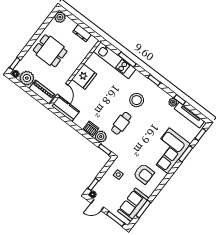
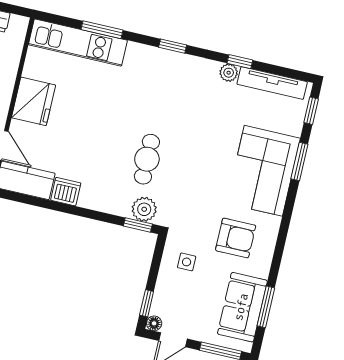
stool: (137, 100) -> (156, 101), removed
dishwasher: (91, 129) -> (66, 192), moved
plant: (101, 137) -> (144, 209), moved

